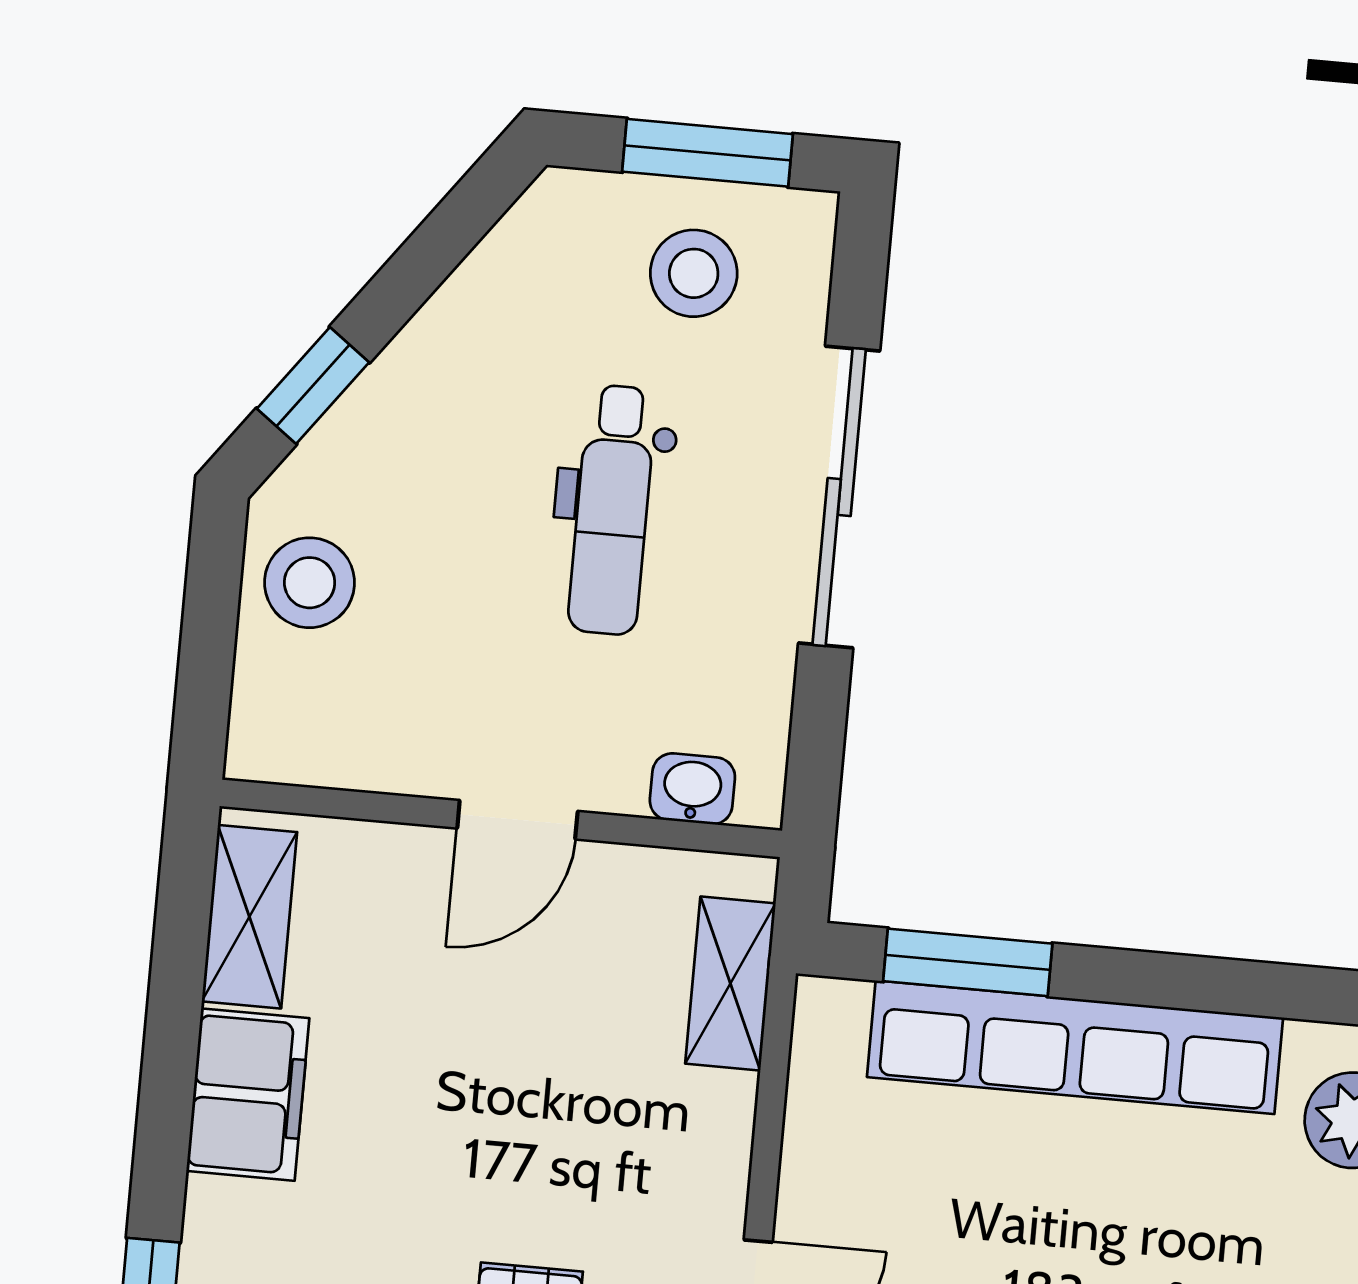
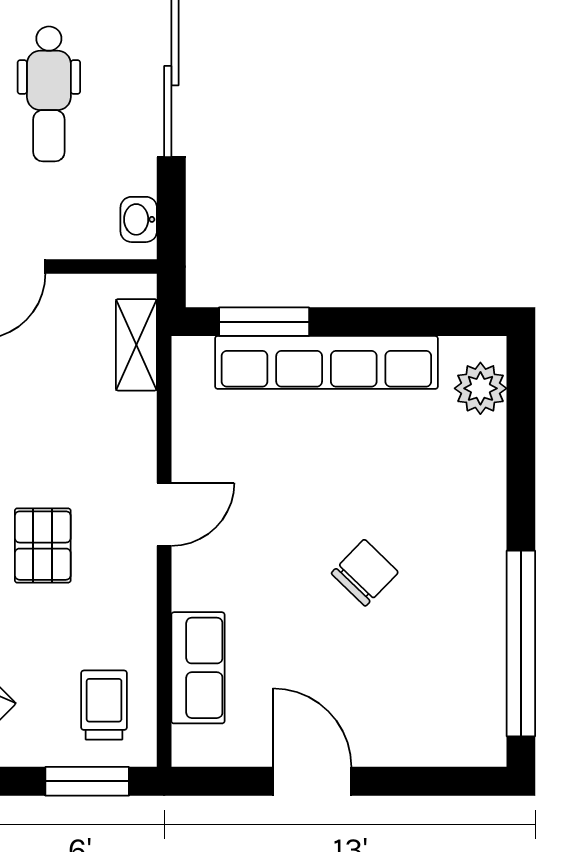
washbasin: (692, 789) -> (139, 219), moved, turned -90

